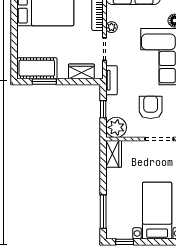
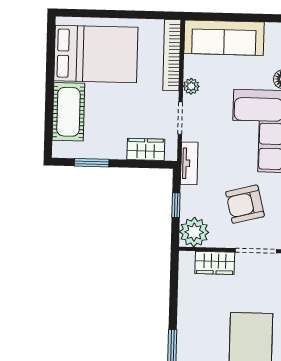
cot: (37, 68) -> (68, 112), moved, turned 90
armchair: (151, 107) -> (245, 204), turned -104
wardrobe: (114, 154) -> (215, 263), moved, turned 90

